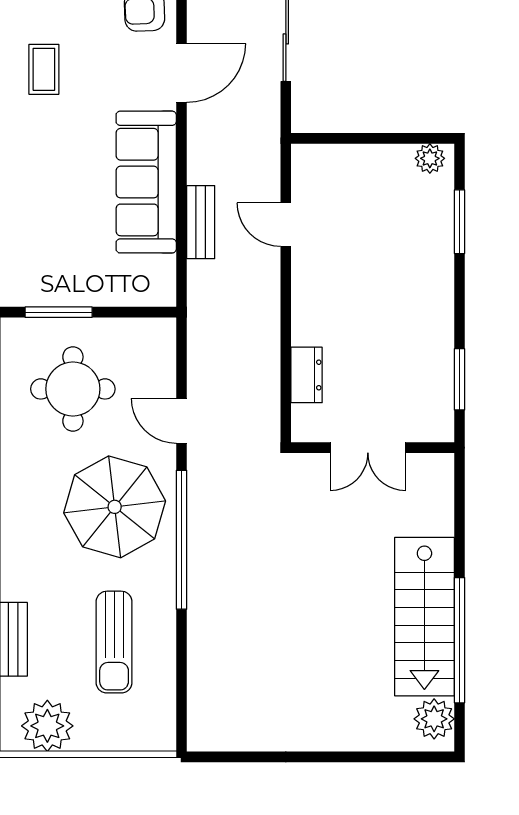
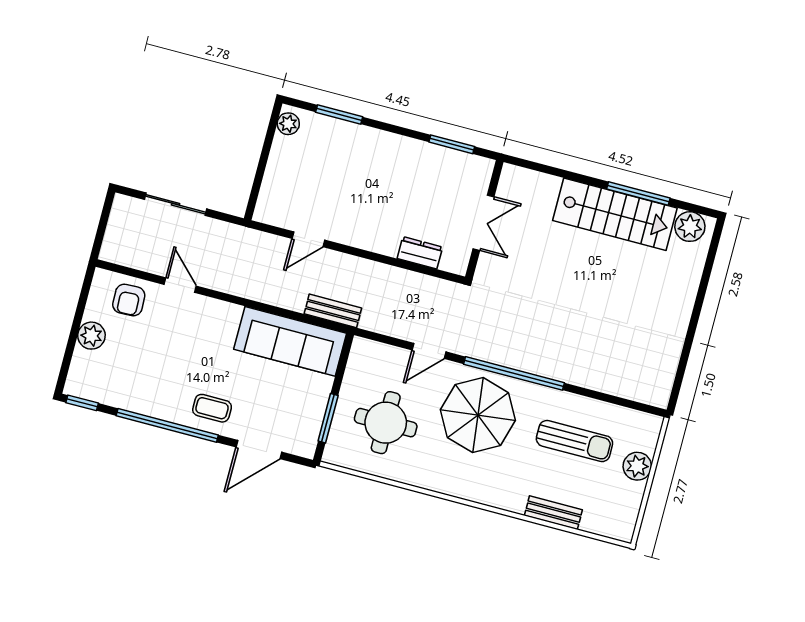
coffee table: (44, 69) -> (212, 408), moved
door: (182, 73) -> (180, 285), width x0.73
sofa: (146, 182) -> (290, 341), moved
bench: (201, 222) -> (333, 311), moved
window: (460, 640) -> (638, 194), width x0.68
plant: (47, 726) -> (637, 466), moved, width x0.73, depth x0.73

